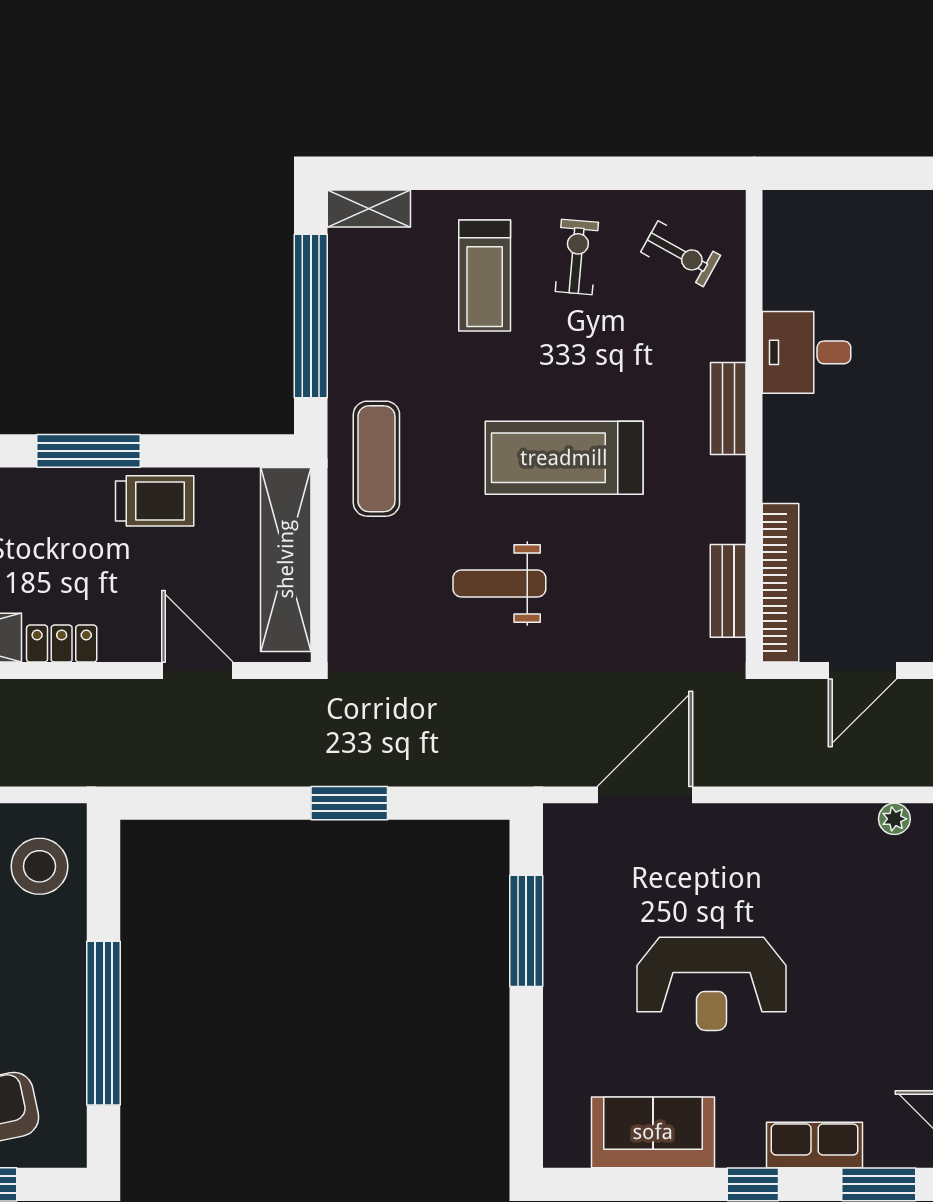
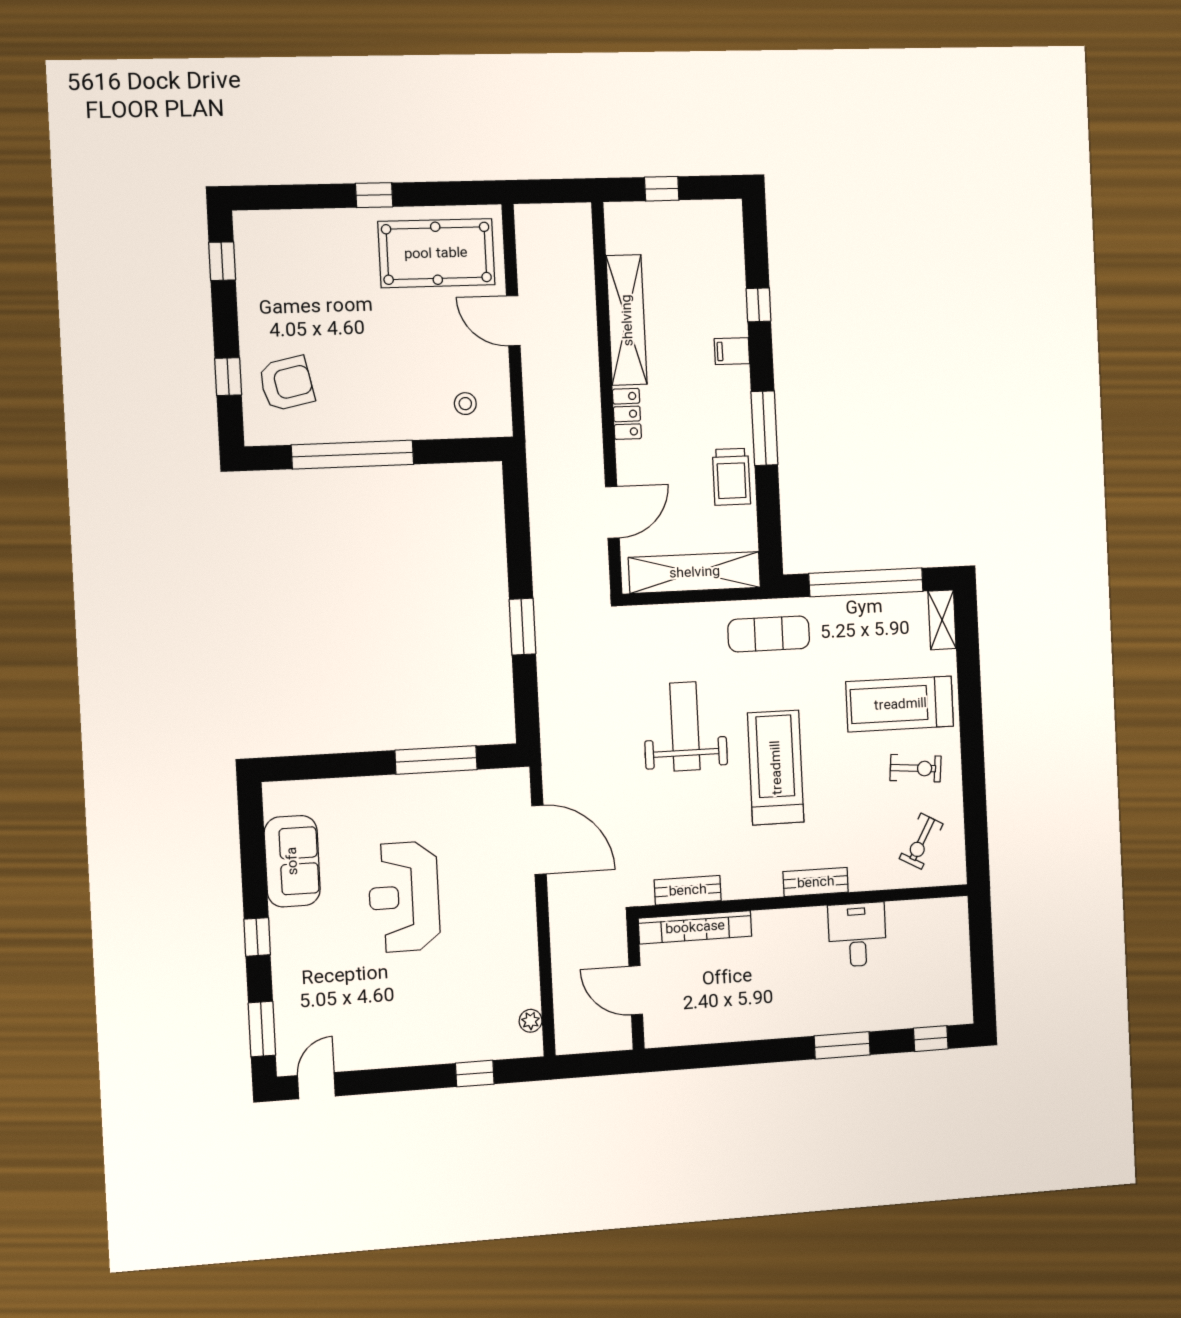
treadmill: (485, 276) -> (900, 704), width x1.37, depth x1.38
weight bench: (499, 583) -> (685, 726), width x1.36, depth x1.33
stool: (39, 866) -> (465, 404), width x0.53, depth x0.53
row of seats: (815, 1145) -> (289, 980), removed

